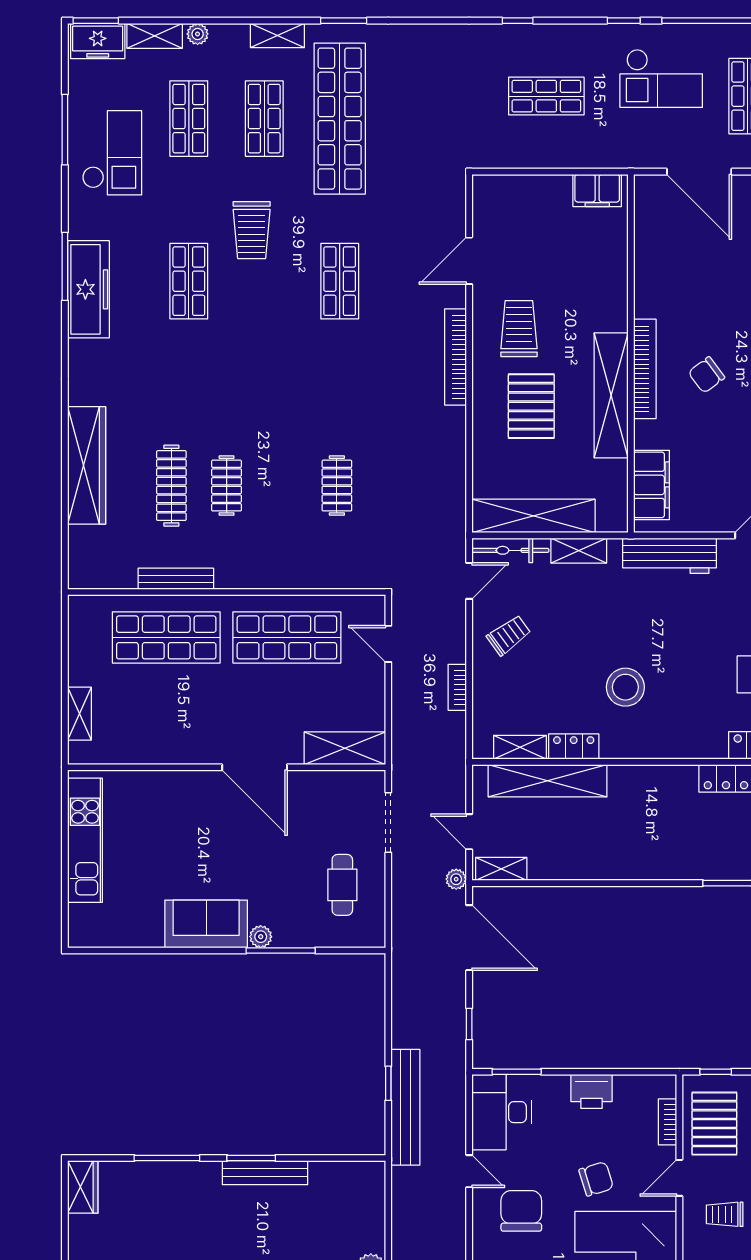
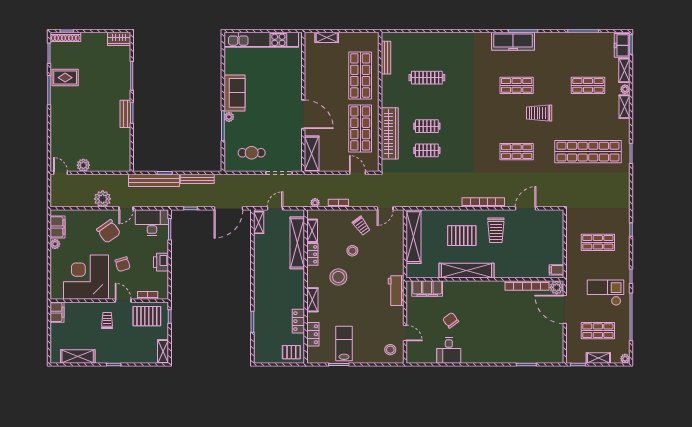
shelving: (277, 35) -> (624, 107), moved
checkout: (661, 78) -> (606, 293), turned 90
shop shelf: (546, 96) -> (598, 242), turned 90
shop shelf: (264, 119) -> (588, 118), removed
checkout: (112, 153) -> (573, 52), removed
door: (699, 172) -> (565, 309), hinge flipped
filing cabinet: (597, 190) -> (556, 270), width x0.50
plant: (649, 190) -> (557, 287), added
door: (469, 261) -> (526, 208), hinge flipped
trolley: (519, 329) -> (496, 230), turned 90
bookcase: (645, 369) -> (527, 286), moved
chair: (706, 375) -> (451, 320), moved
wardrobe: (87, 465) -> (390, 133), moved, turned -90
clothes rail: (227, 486) -> (427, 126), moved
bicycle: (510, 550) -> (398, 226), removed
shelving: (579, 551) -> (312, 300), moved
workbench: (670, 556) -> (396, 291), width x0.73
bench: (176, 579) -> (386, 58), moved
door: (469, 581) -> (385, 208), hinge flipped
door: (388, 644) -> (357, 173), hinge flipped
stool: (565, 655) -> (352, 251), added
door: (255, 767) -> (303, 114), swing flipped
kitchen unit: (85, 840) -> (261, 40), width x1.36
plant: (456, 879) -> (315, 203), moved
bench: (402, 1009) -> (197, 179), added
bench: (265, 1173) -> (125, 114), width x0.73
chair: (521, 1211) -> (109, 231), turned 55
plant: (447, 1225) -> (103, 199), added

